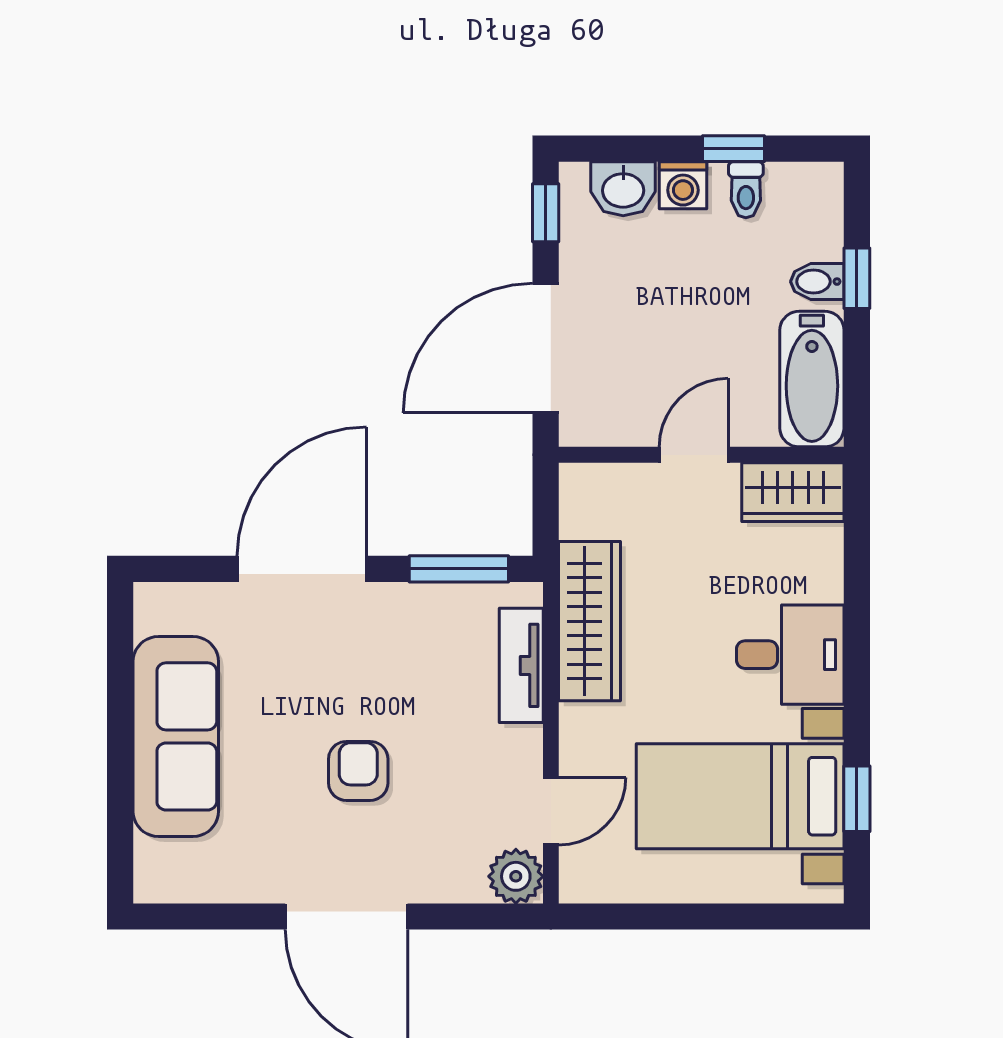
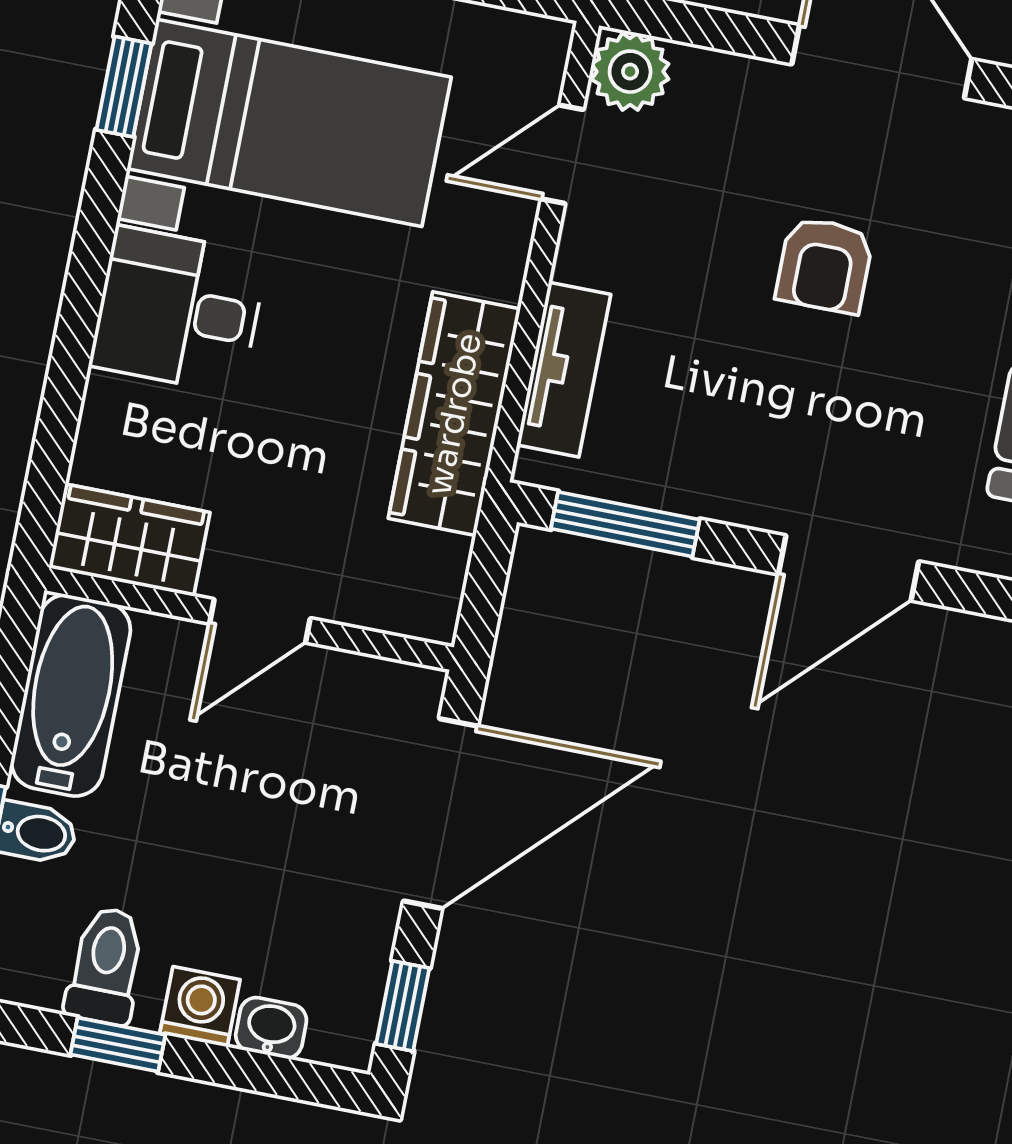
washbasin: (623, 189) -> (271, 1028), width x0.72, depth x0.69
toilet: (746, 190) -> (106, 966), width x1.37, depth x1.39
door: (302, 569) -> (849, 568), width x0.73

